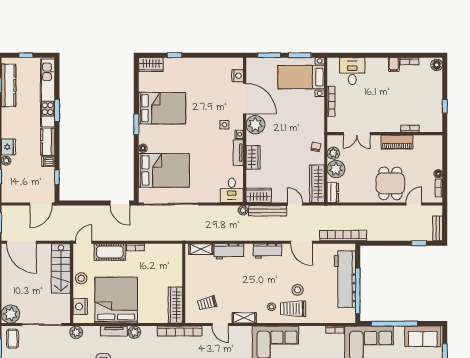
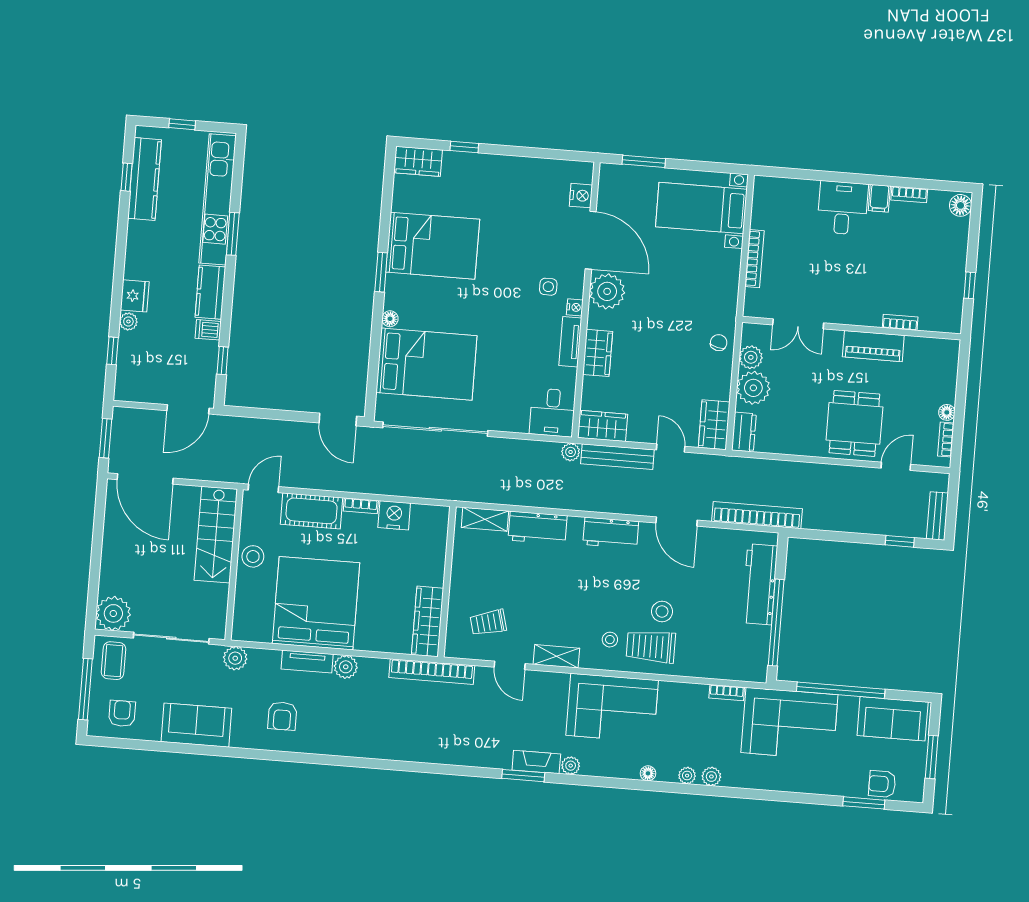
window: (300, 55) -> (702, 166), removed
desk: (352, 71) -> (843, 208), moved
wardrobe: (317, 184) -> (714, 425), width x0.67
workbench: (345, 279) -> (760, 584), width x0.73, depth x0.76
nightstand: (80, 307) -> (394, 515), moved, turned 90

